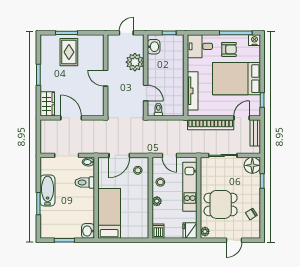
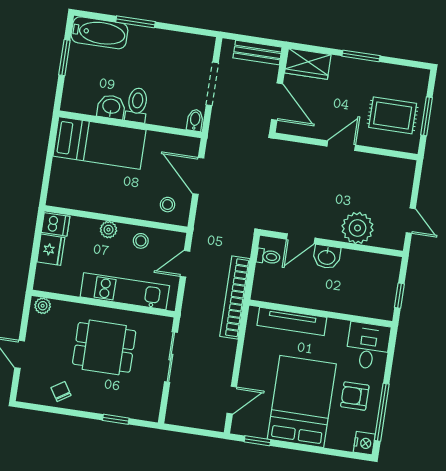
washbasin: (154, 47) -> (327, 257), moved
armchair: (229, 49) -> (355, 396), turned 90
wall: (106, 75) -> (346, 146), moved
door: (106, 78) -> (341, 146), moved
door: (71, 118) -> (277, 102), hinge flipped
door: (242, 118) -> (232, 400), hinge flipped
bookcase: (211, 125) -> (235, 297), moved
bench: (255, 133) -> (257, 53), moved
floor lamp: (252, 165) -> (146, 406), removed
toilet: (85, 183) -> (137, 105), moved
bathtub: (48, 190) -> (99, 33), moved
dining table: (221, 204) -> (104, 347), moved, turned 90
washbasin: (88, 231) -> (111, 107), moved
fridge: (190, 231) -> (51, 250), moved, turned 90

